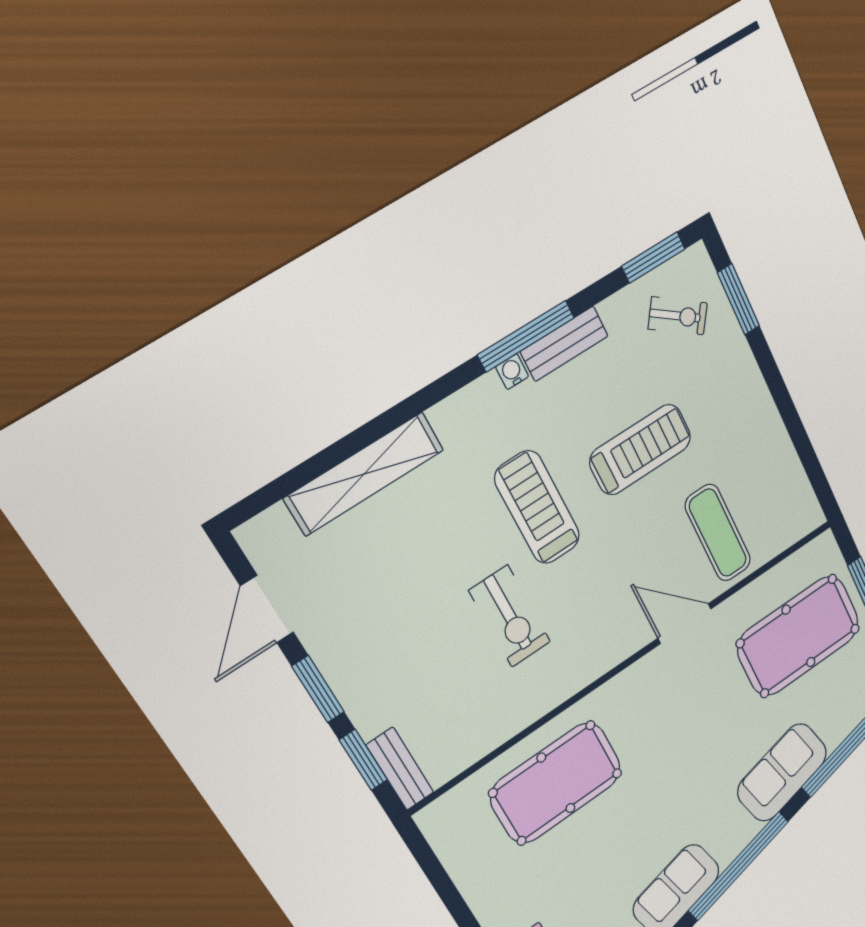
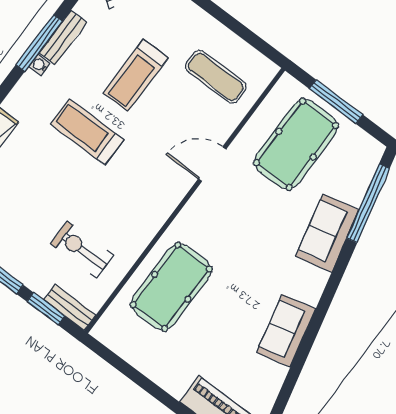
treadmill: (640, 450) -> (136, 75), turned 180
exercise mat: (718, 533) -> (216, 77), moved
exercise bike: (510, 616) -> (82, 250), moved, turned 180
window: (739, 866) -> (325, 303), removed

